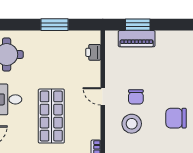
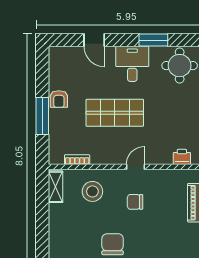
stool: (132, 124) -> (92, 191), moved

